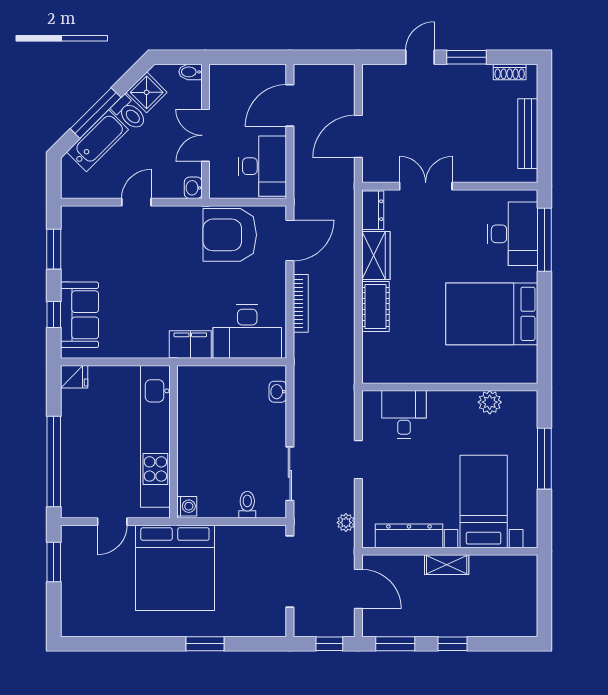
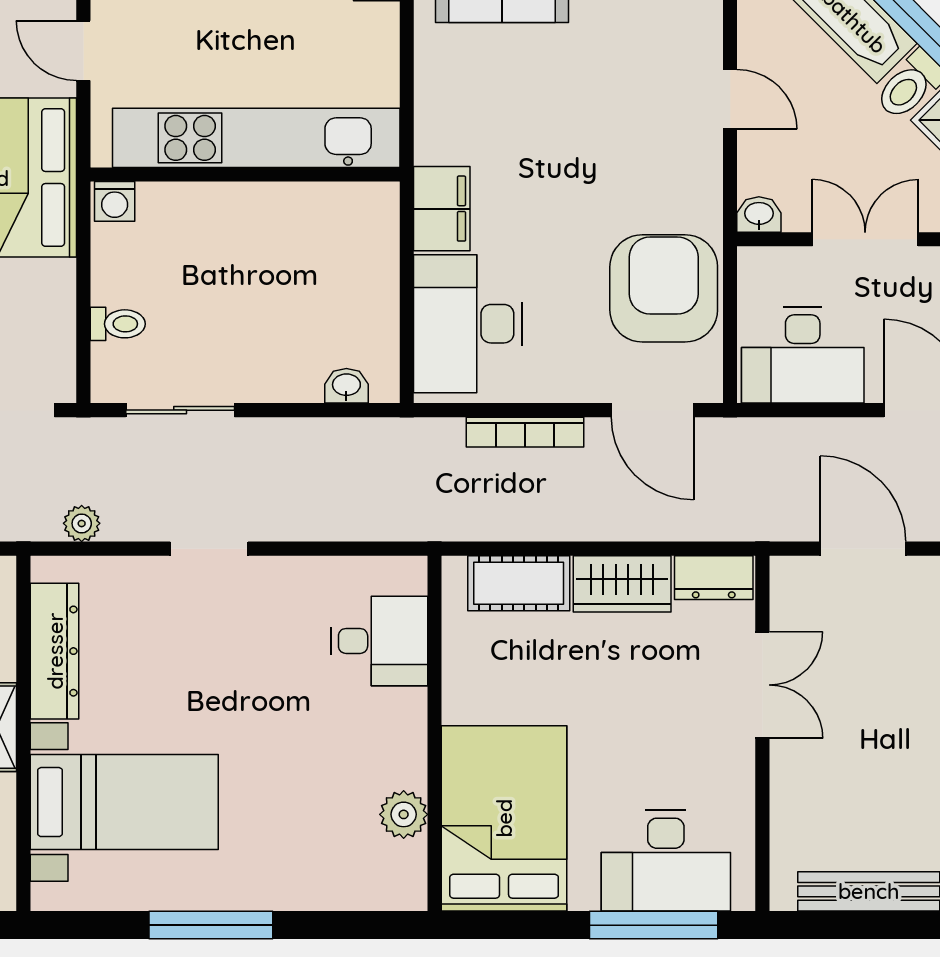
wall: (450, 387) -> (434, 733), moved
plant: (490, 402) -> (404, 814), moved
desk: (404, 414) -> (379, 641), moved

